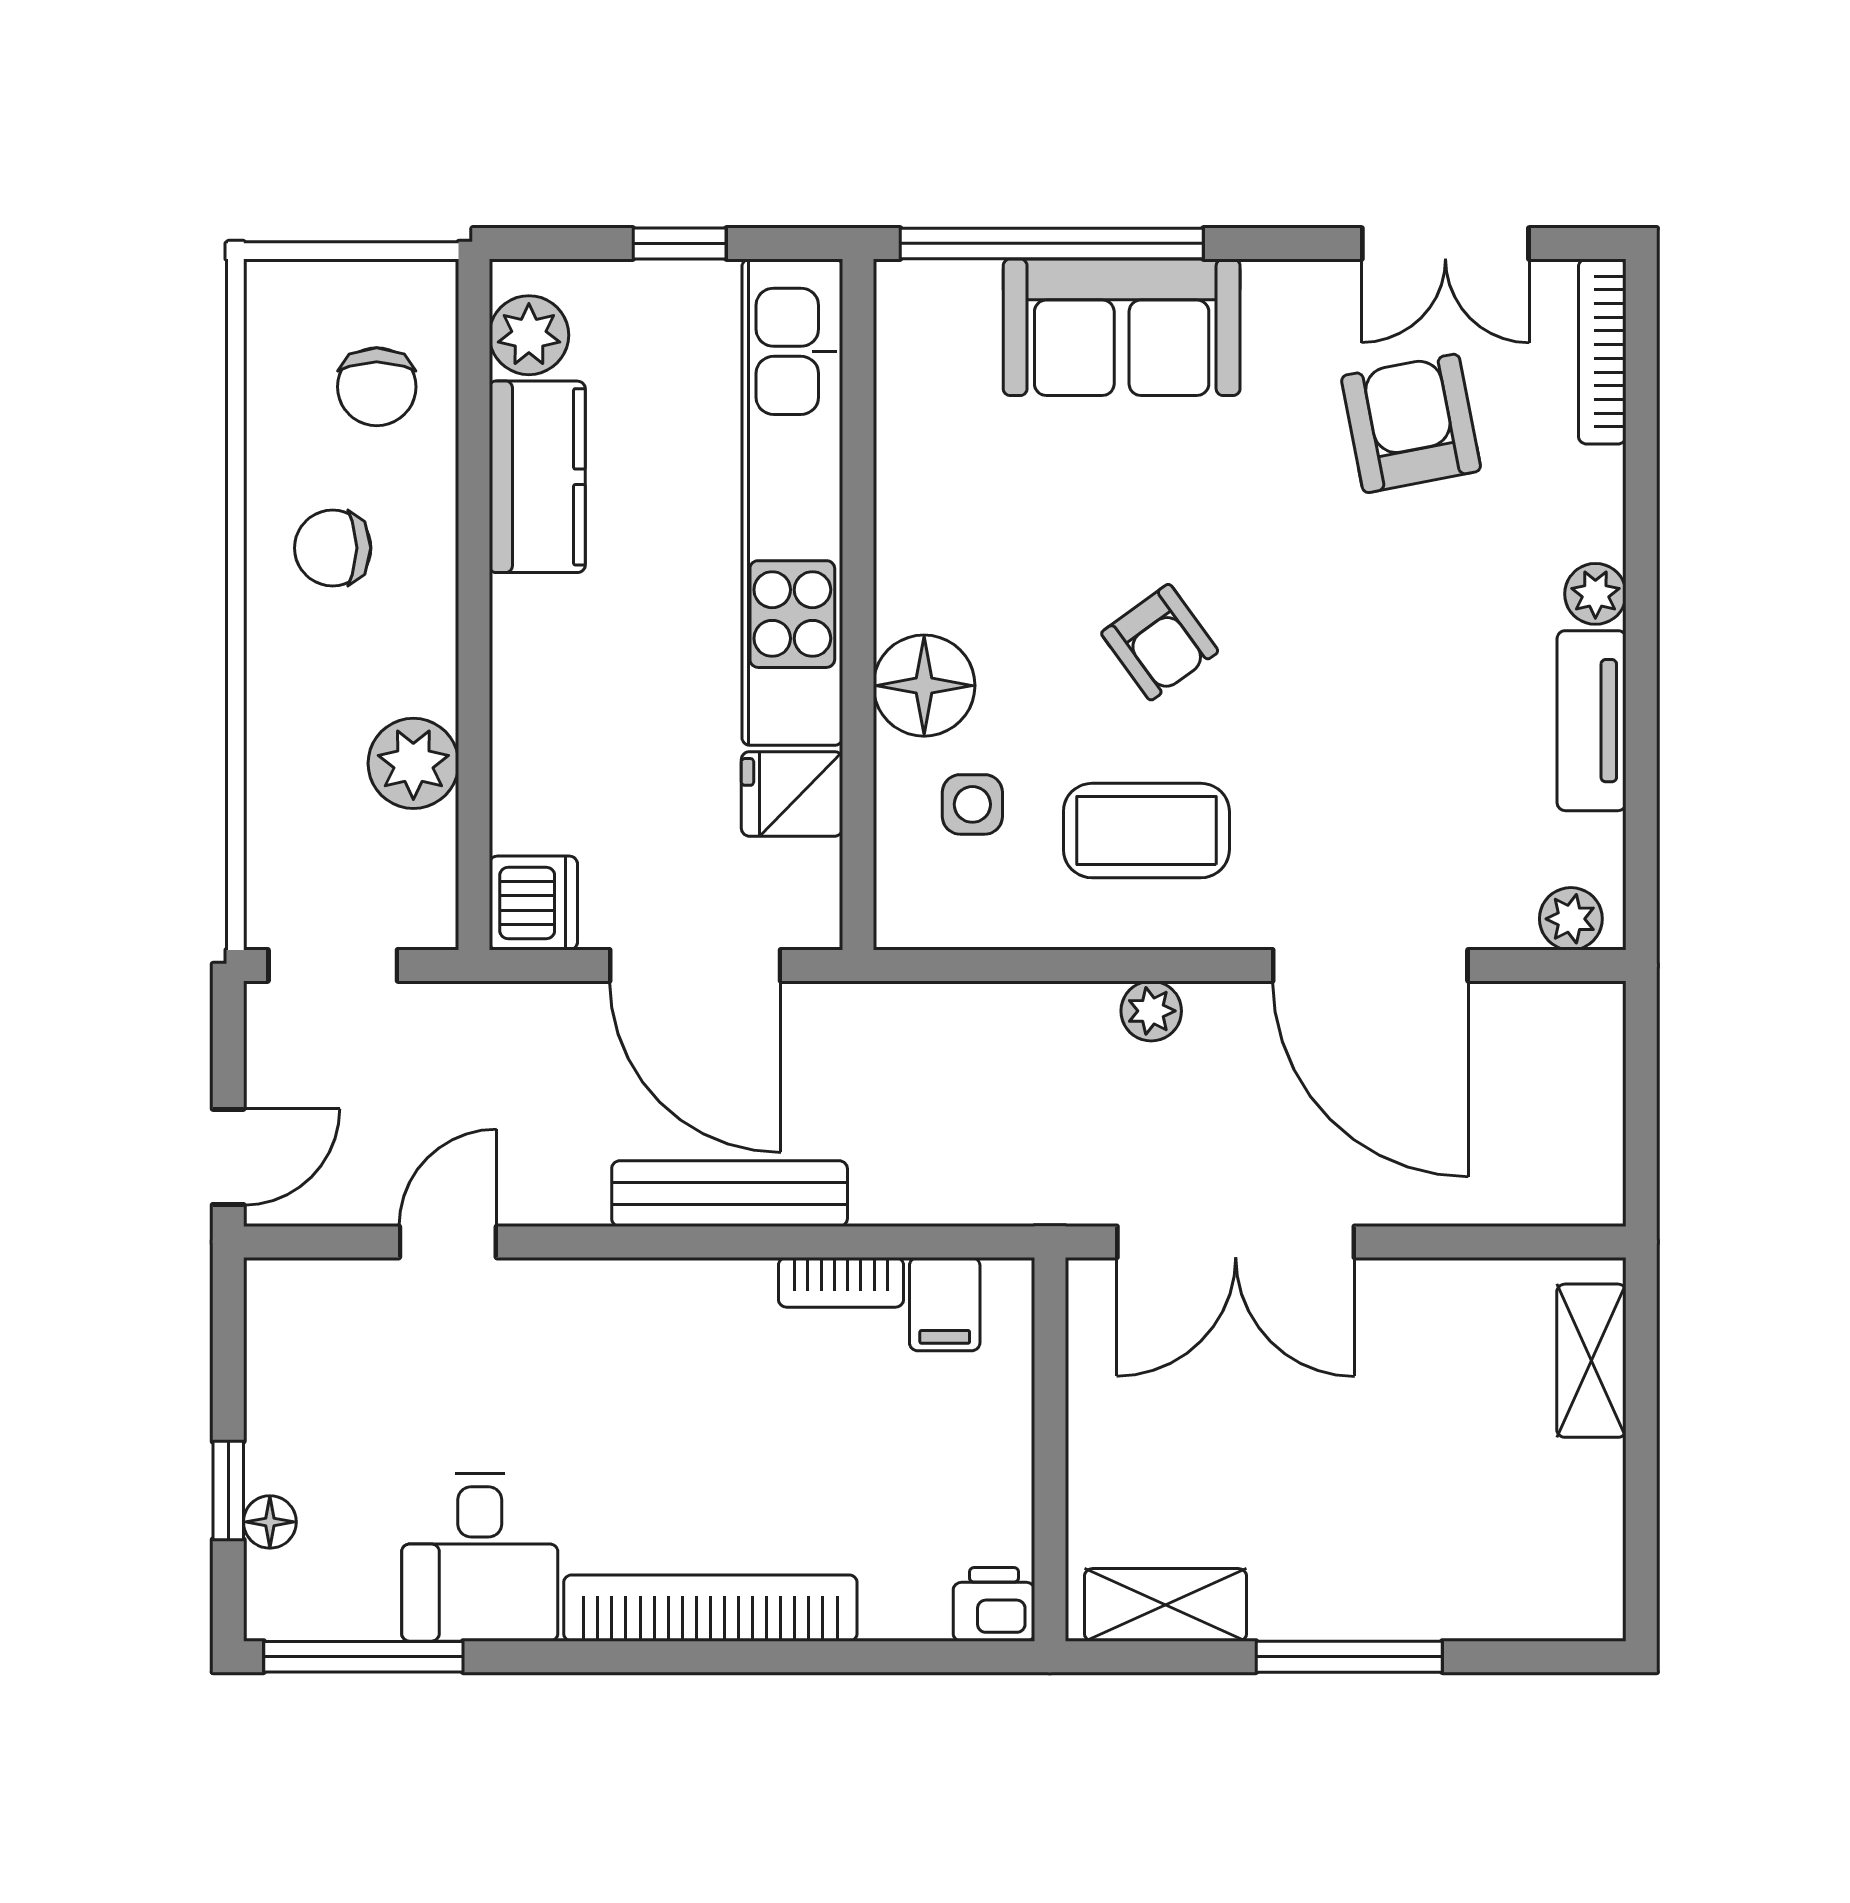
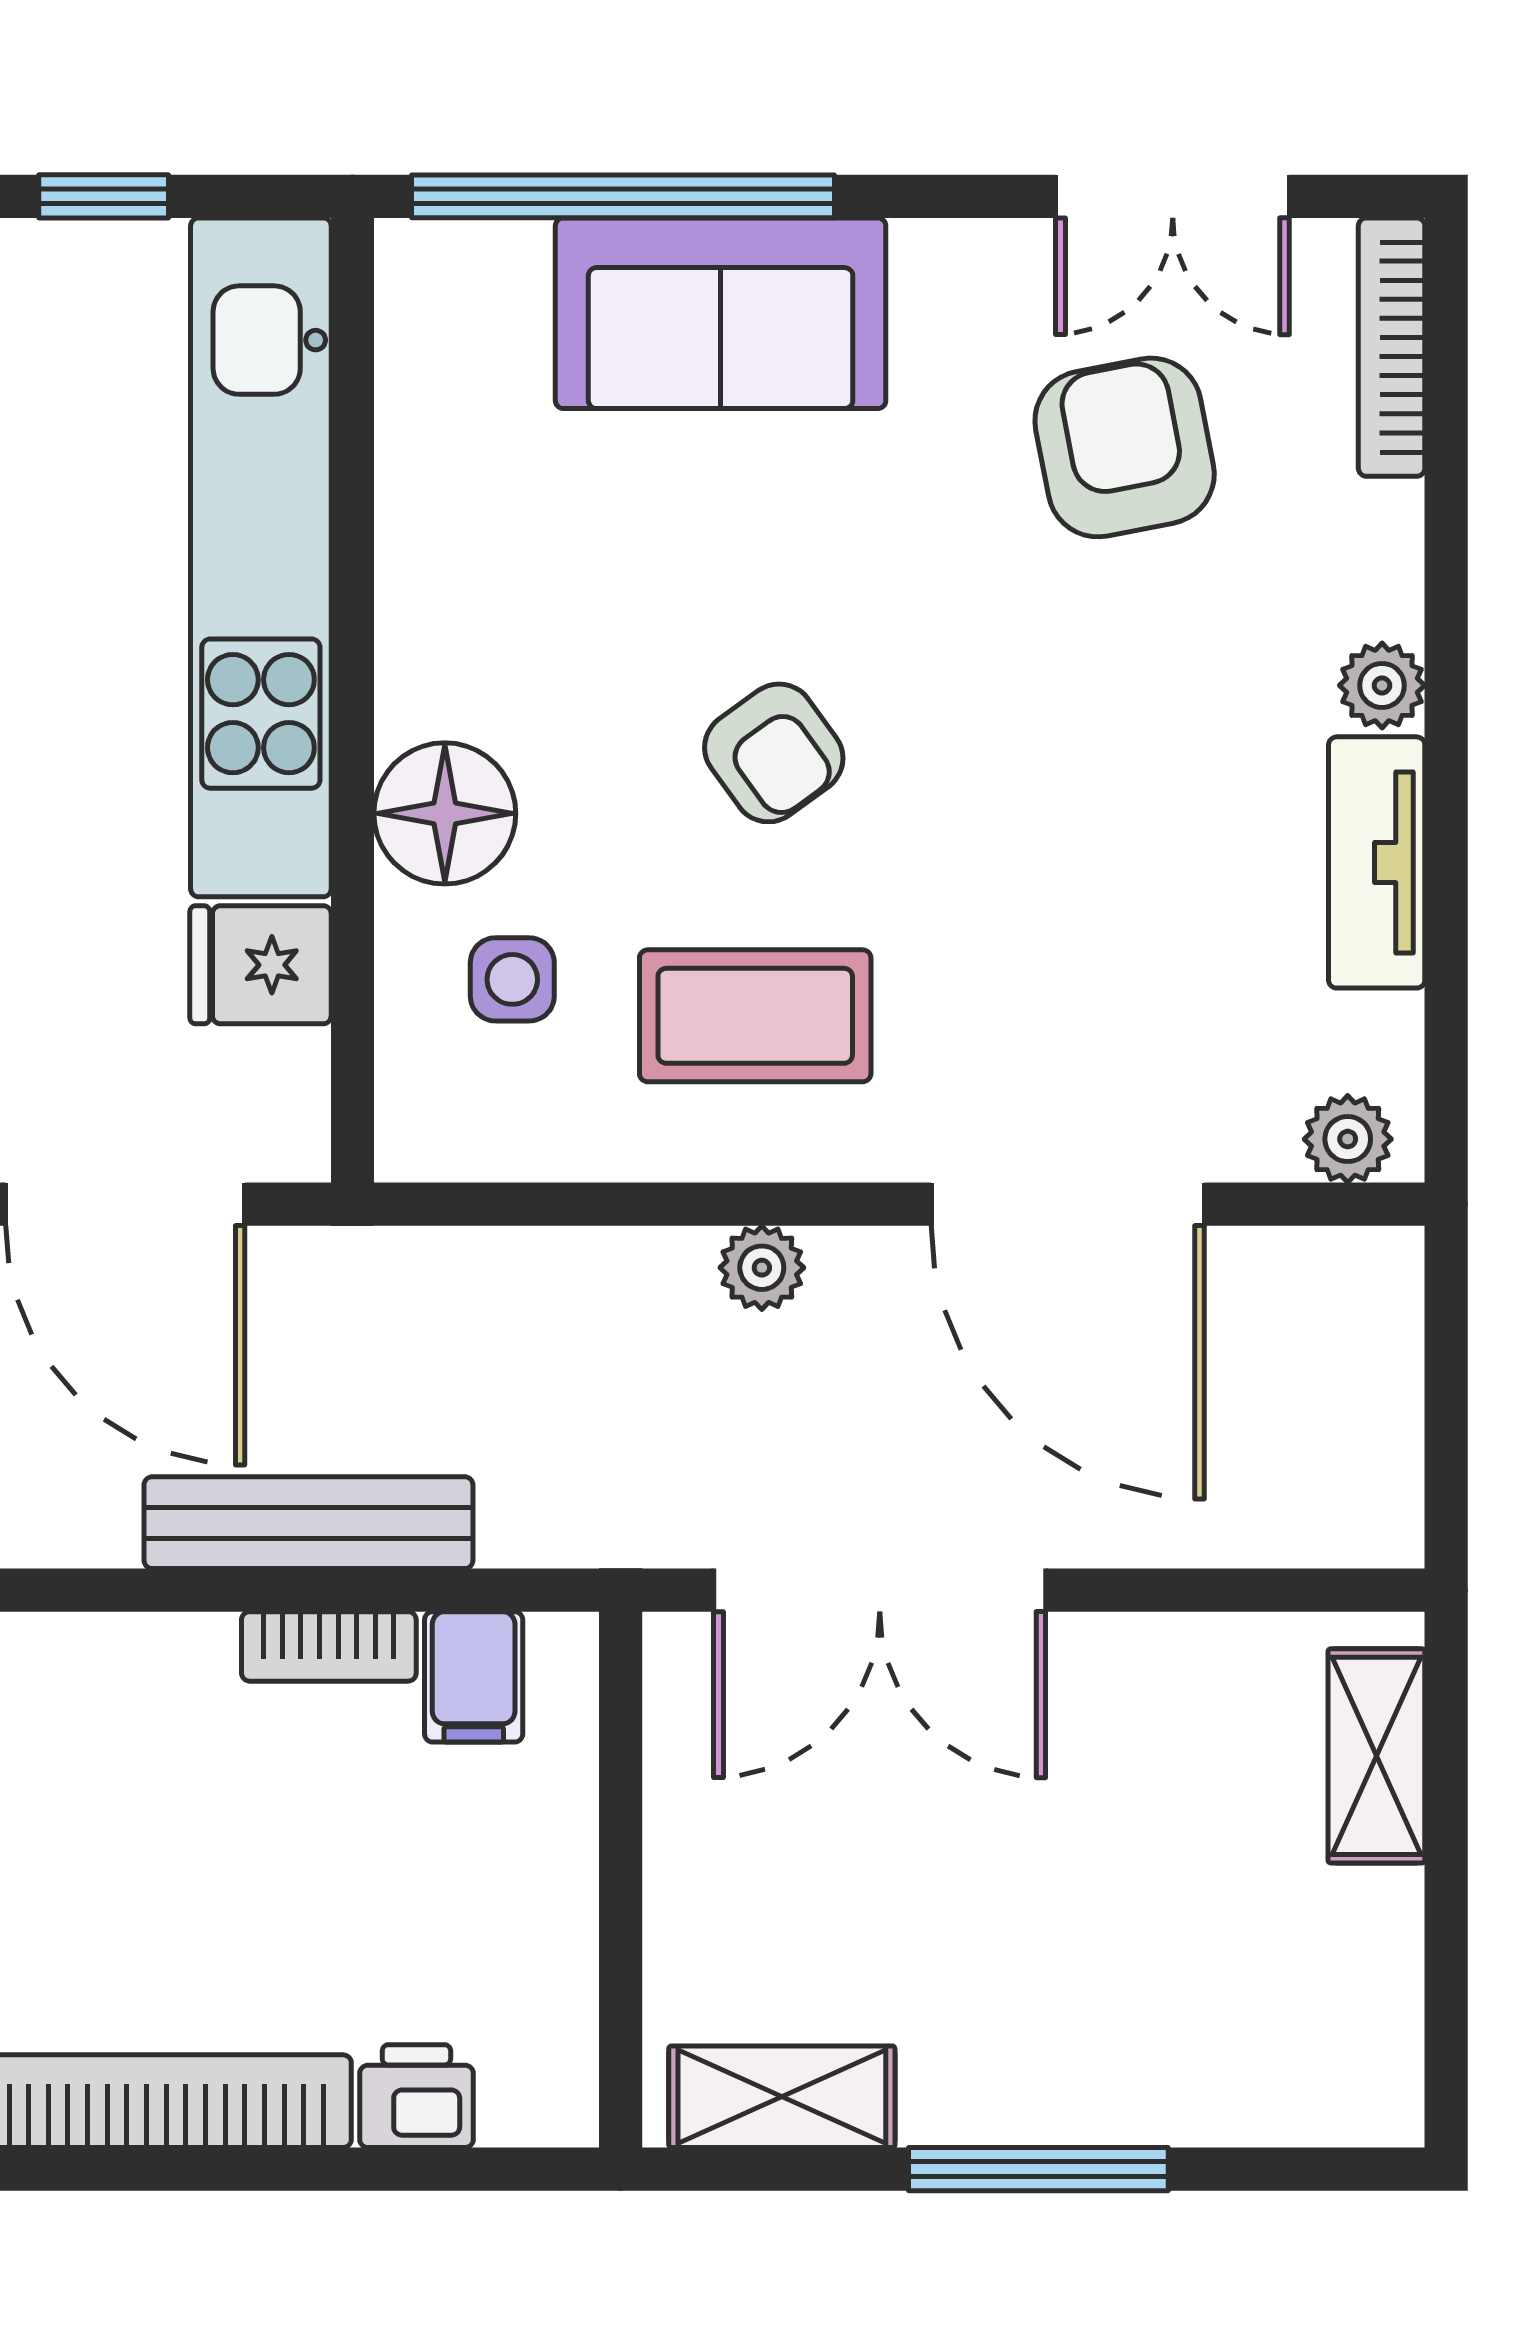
bench: (730, 1194) -> (308, 1523), moved
printer: (994, 1604) -> (416, 2096), moved

